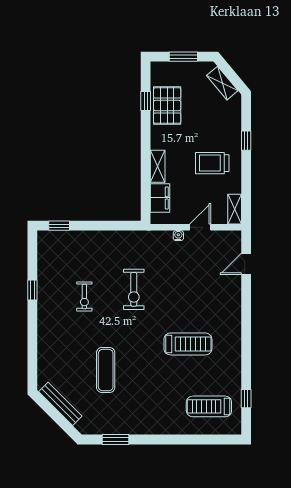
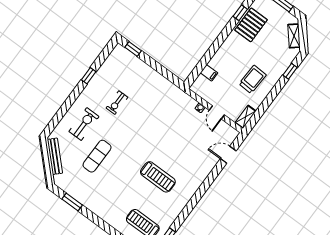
window: (246, 141) -> (290, 71), moved
trolley: (212, 163) -> (253, 79), turned 93
shelving: (158, 166) -> (219, 57), removed
filing cabinet: (160, 198) -> (209, 73), width x0.50
door: (200, 227) -> (217, 112), swing flipped
exercise bike: (134, 289) -> (84, 124), moved, turned 180

